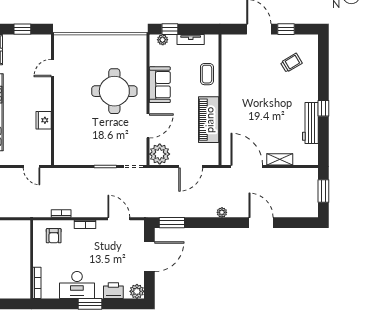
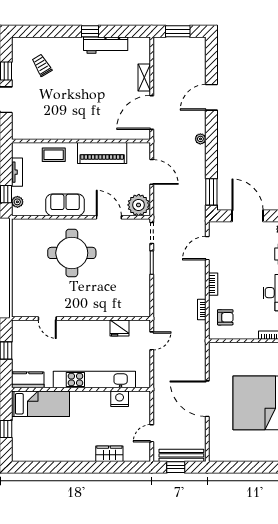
fridge: (44, 120) -> (119, 328), moved

